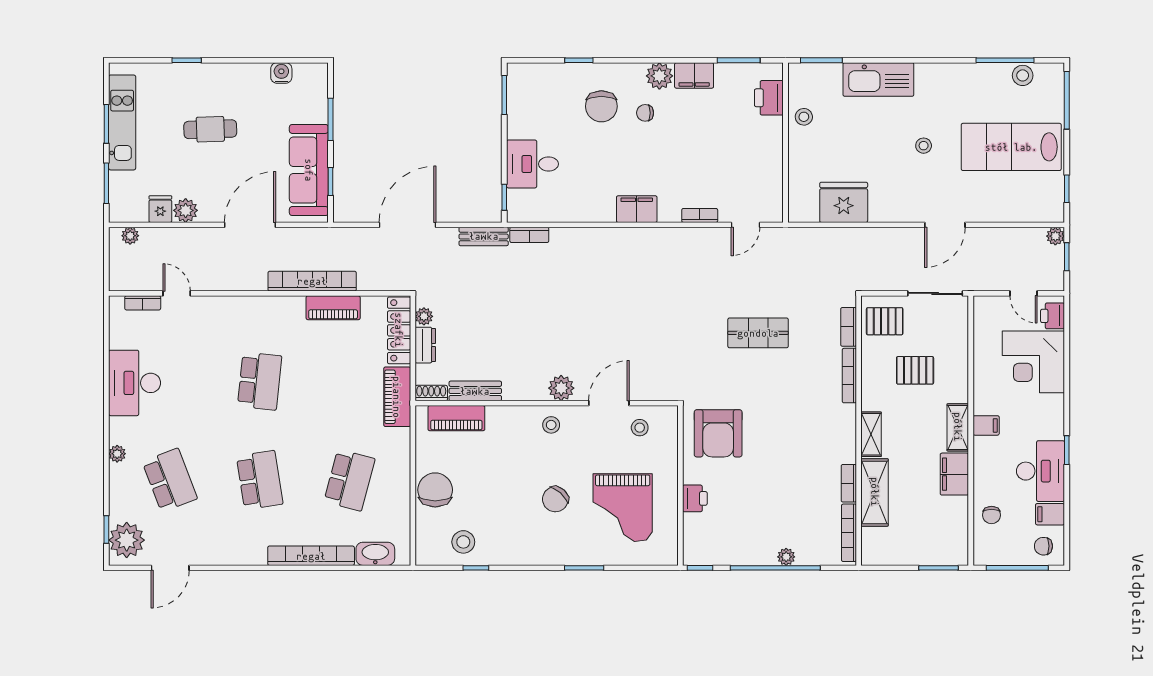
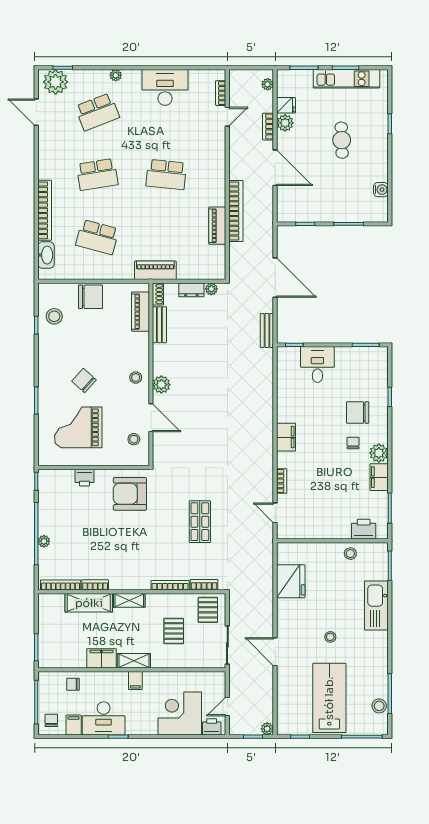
sofa: (309, 170) -> (313, 209), removed
bookcase: (529, 235) -> (268, 127), moved
locker: (399, 330) -> (202, 272), removed

